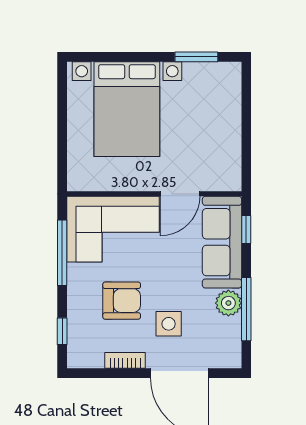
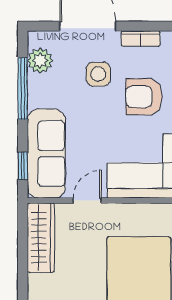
wardrobe: (228, 156) -> (41, 238), added
door: (180, 194) -> (87, 201), width x0.73
plant: (228, 303) -> (40, 61), moved

